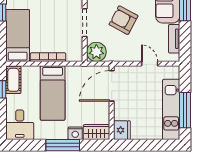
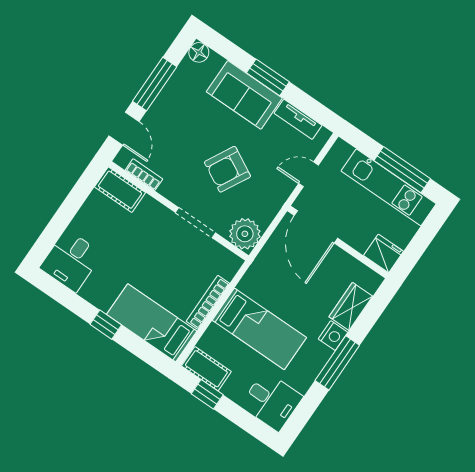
door: (112, 86) -> (316, 227), moved
wall: (112, 103) -> (338, 242), moved
fridge: (122, 130) -> (384, 253), moved

